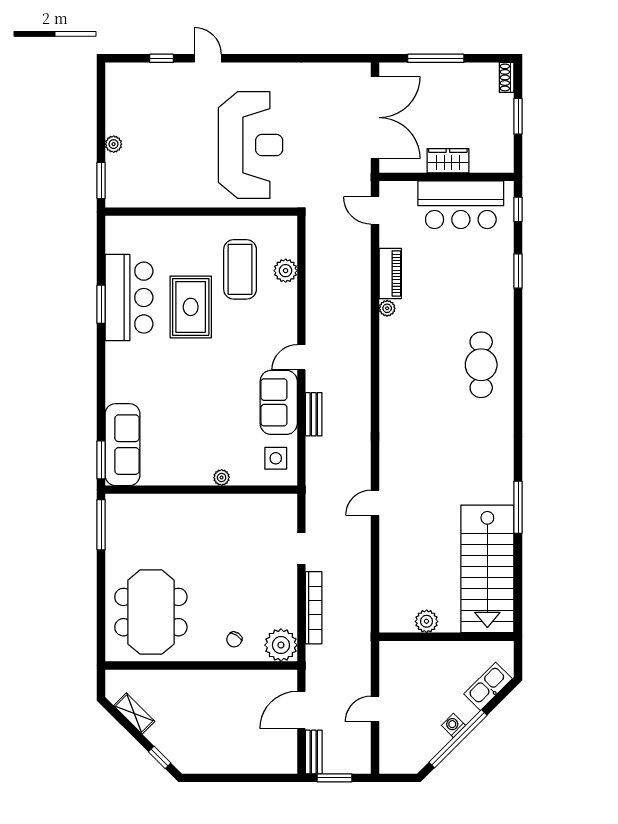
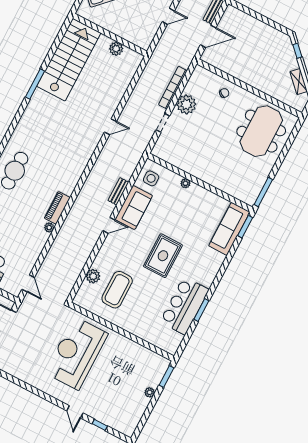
piano: (390, 273) -> (57, 208), moved
rug: (191, 307) -> (163, 256), moved
plant: (281, 645) -> (186, 104), moved

